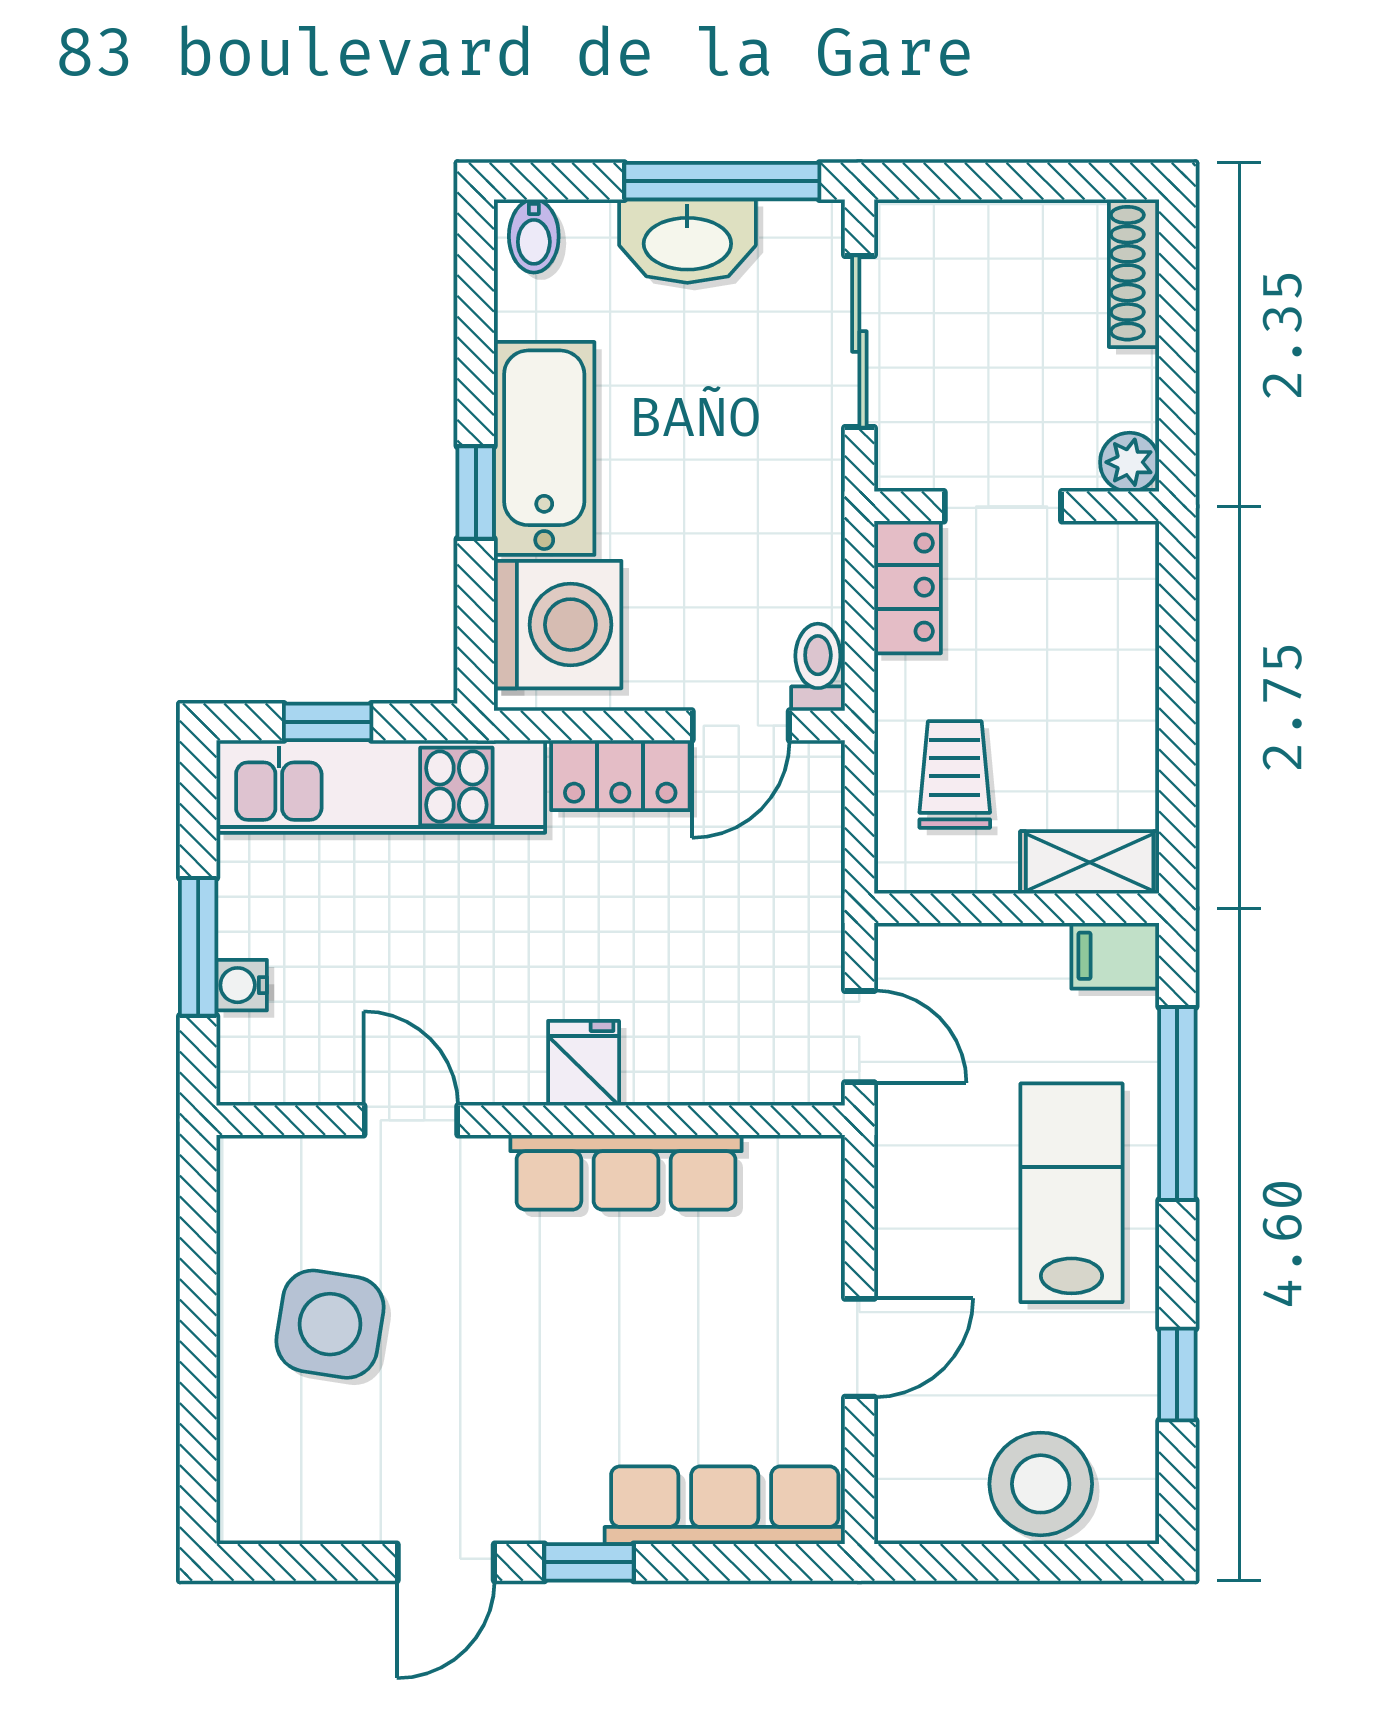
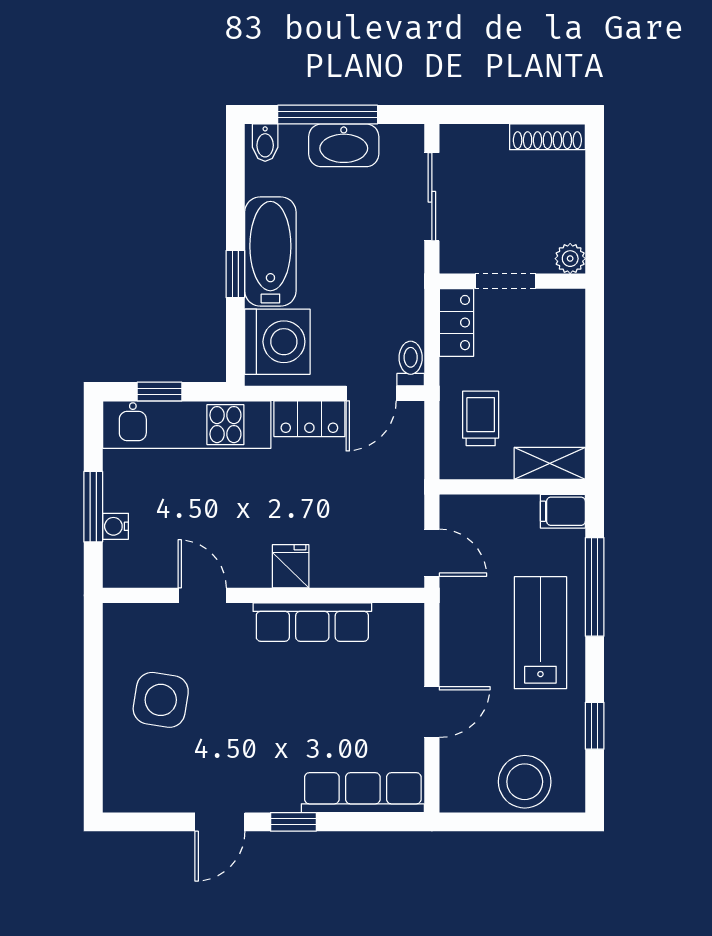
window: (722, 181) -> (328, 115), moved
shoe rack: (1134, 273) -> (547, 137), moved, turned -90

